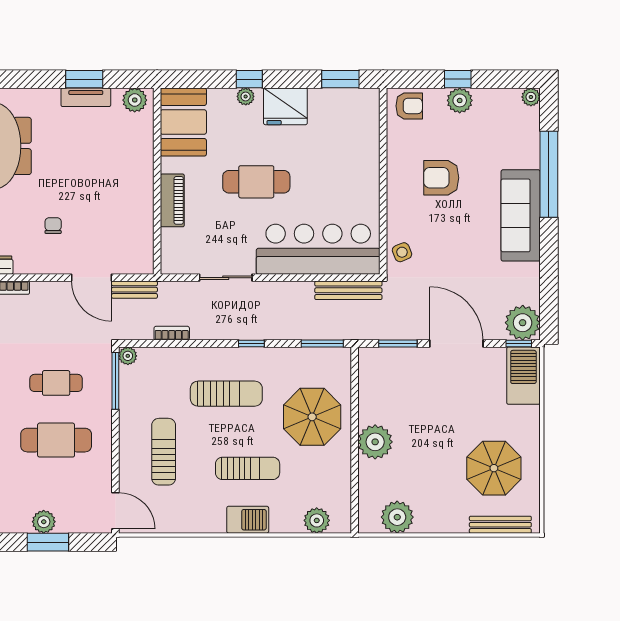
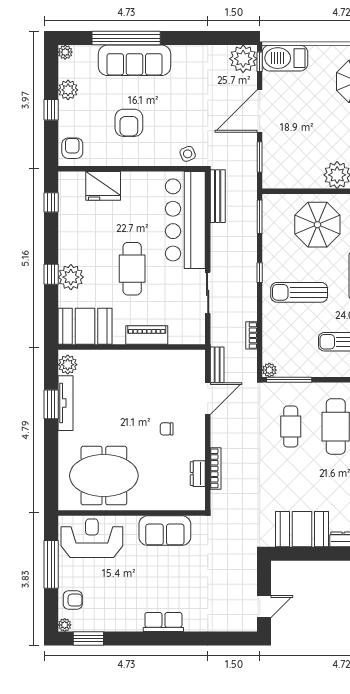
window: (340, 79) -> (51, 202), width x0.67
plant: (246, 96) -> (71, 277), width x1.88, depth x1.88
tv unit: (86, 97) -> (65, 403), width x1.41
plant: (460, 100) -> (68, 90), moved
fridge: (285, 106) -> (103, 186), moved, turned 90
sofa: (521, 215) -> (134, 60), moved
sun lounger: (226, 394) -> (299, 292), turned -90

